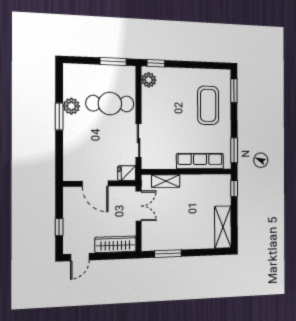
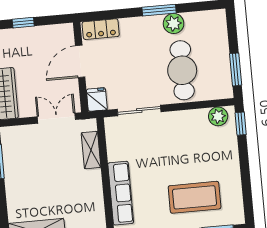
locker: (70, 165) -> (101, 29), added
double door: (139, 206) -> (56, 118), swing flipped

